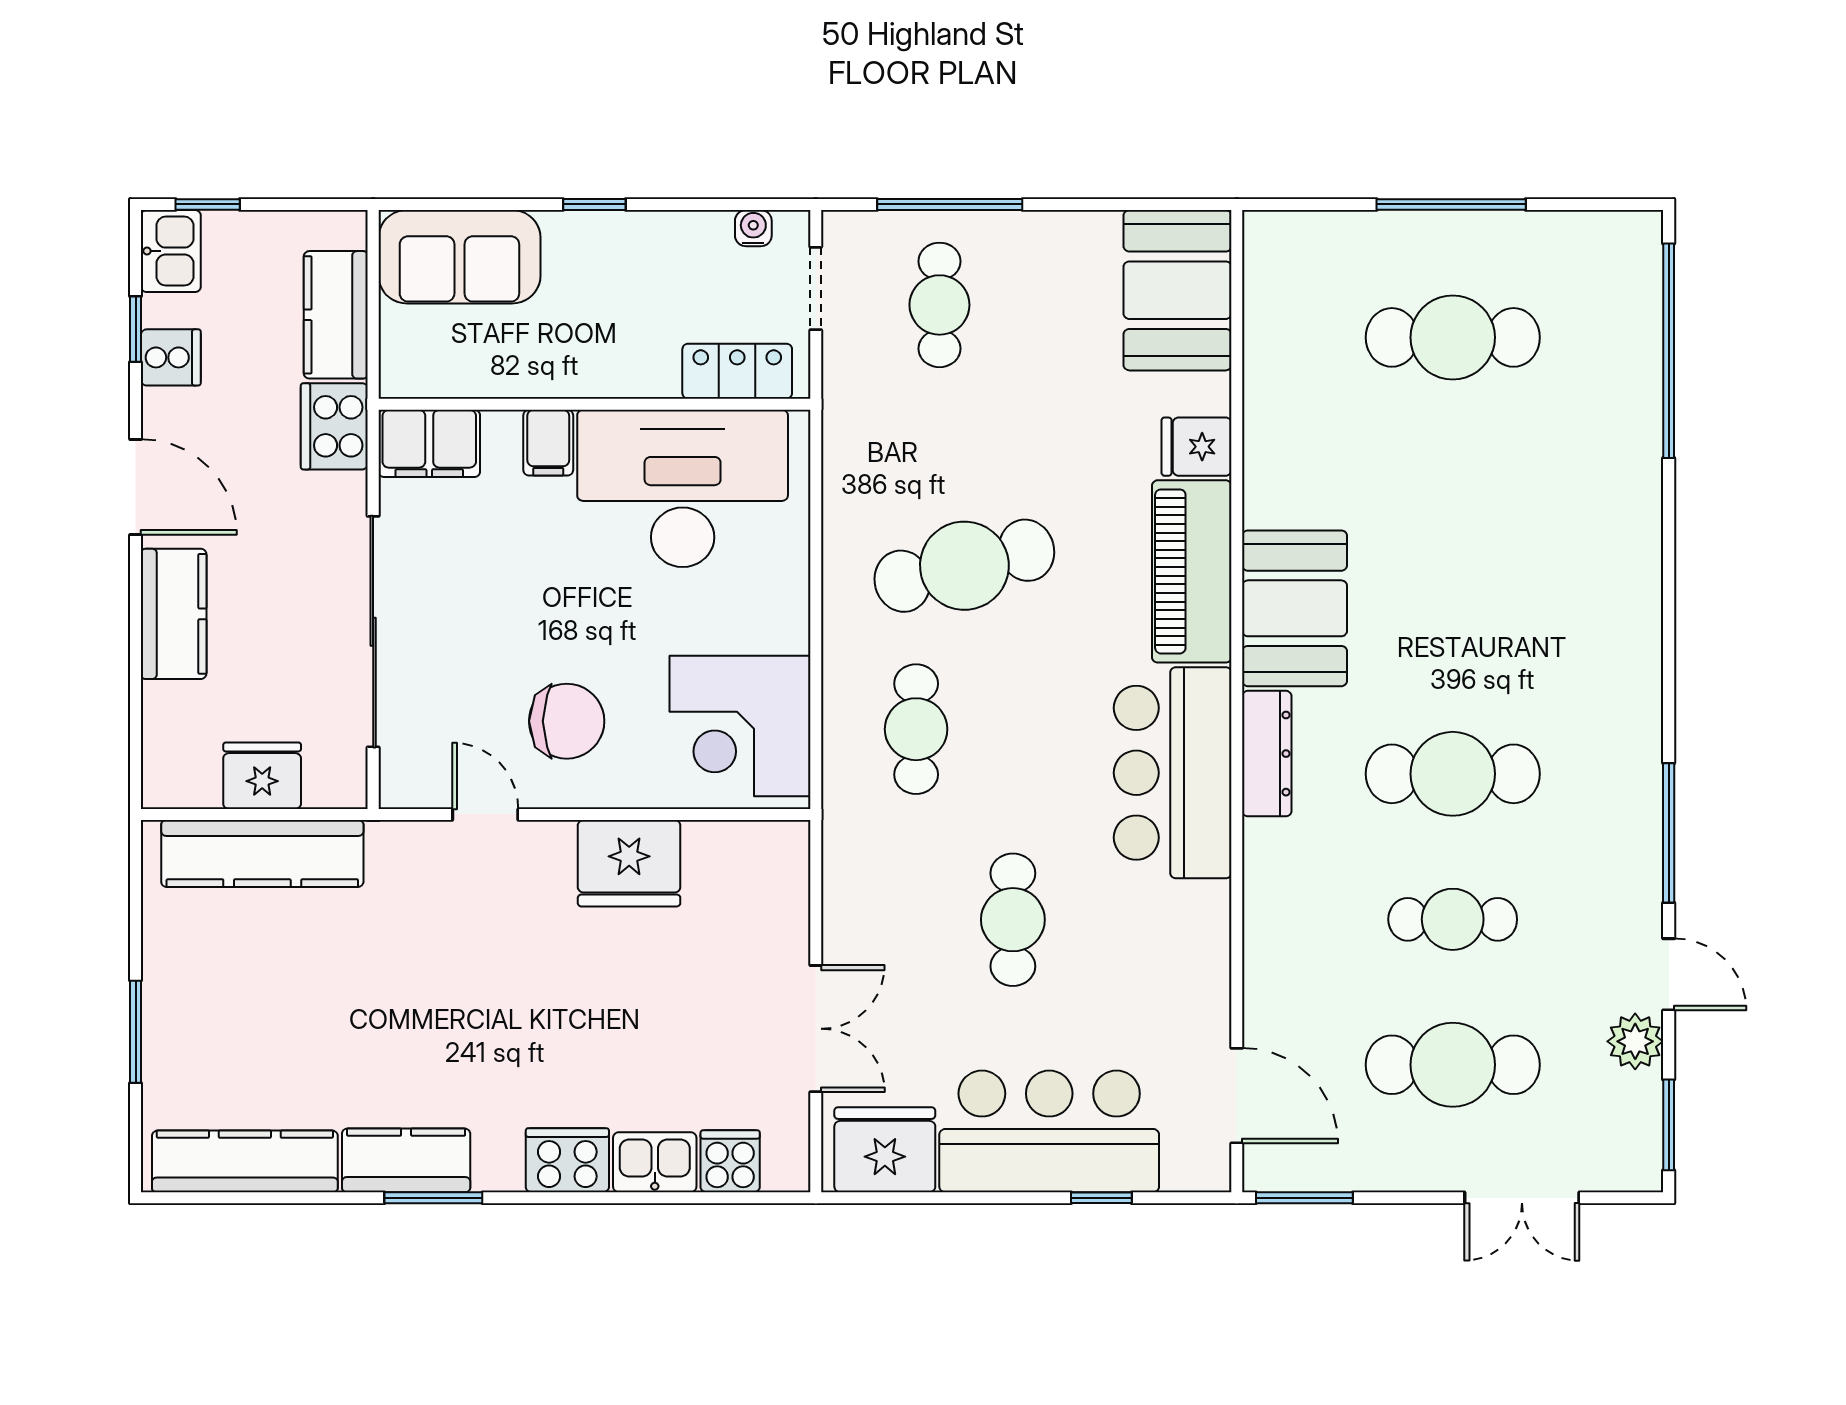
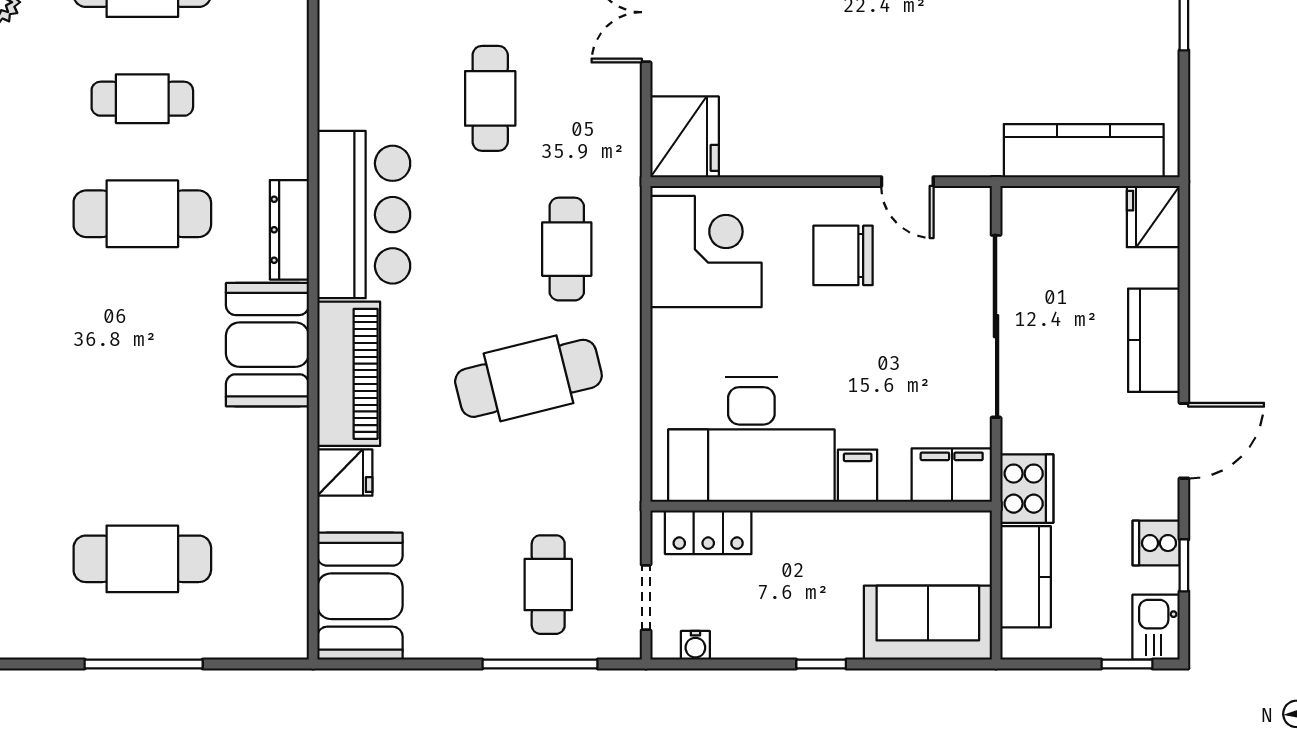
door: (136, 487) -> (1184, 441), swing flipped
fridge: (262, 776) -> (1153, 217), moved, turned 90
fridge: (629, 863) -> (685, 137), moved, turned 90

